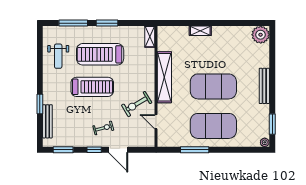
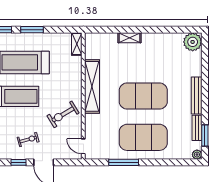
bench: (265, 117) -> (197, 128), added
door: (156, 122) -> (83, 146), moved

